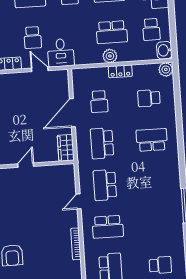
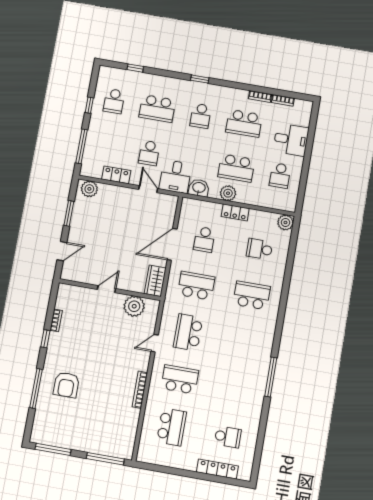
washbasin: (164, 50) -> (199, 188), moved, turned 90
school desk: (102, 143) -> (196, 286), turned 90
plant: (53, 174) -> (134, 306), added
school desk: (108, 227) -> (180, 379), turned 180

